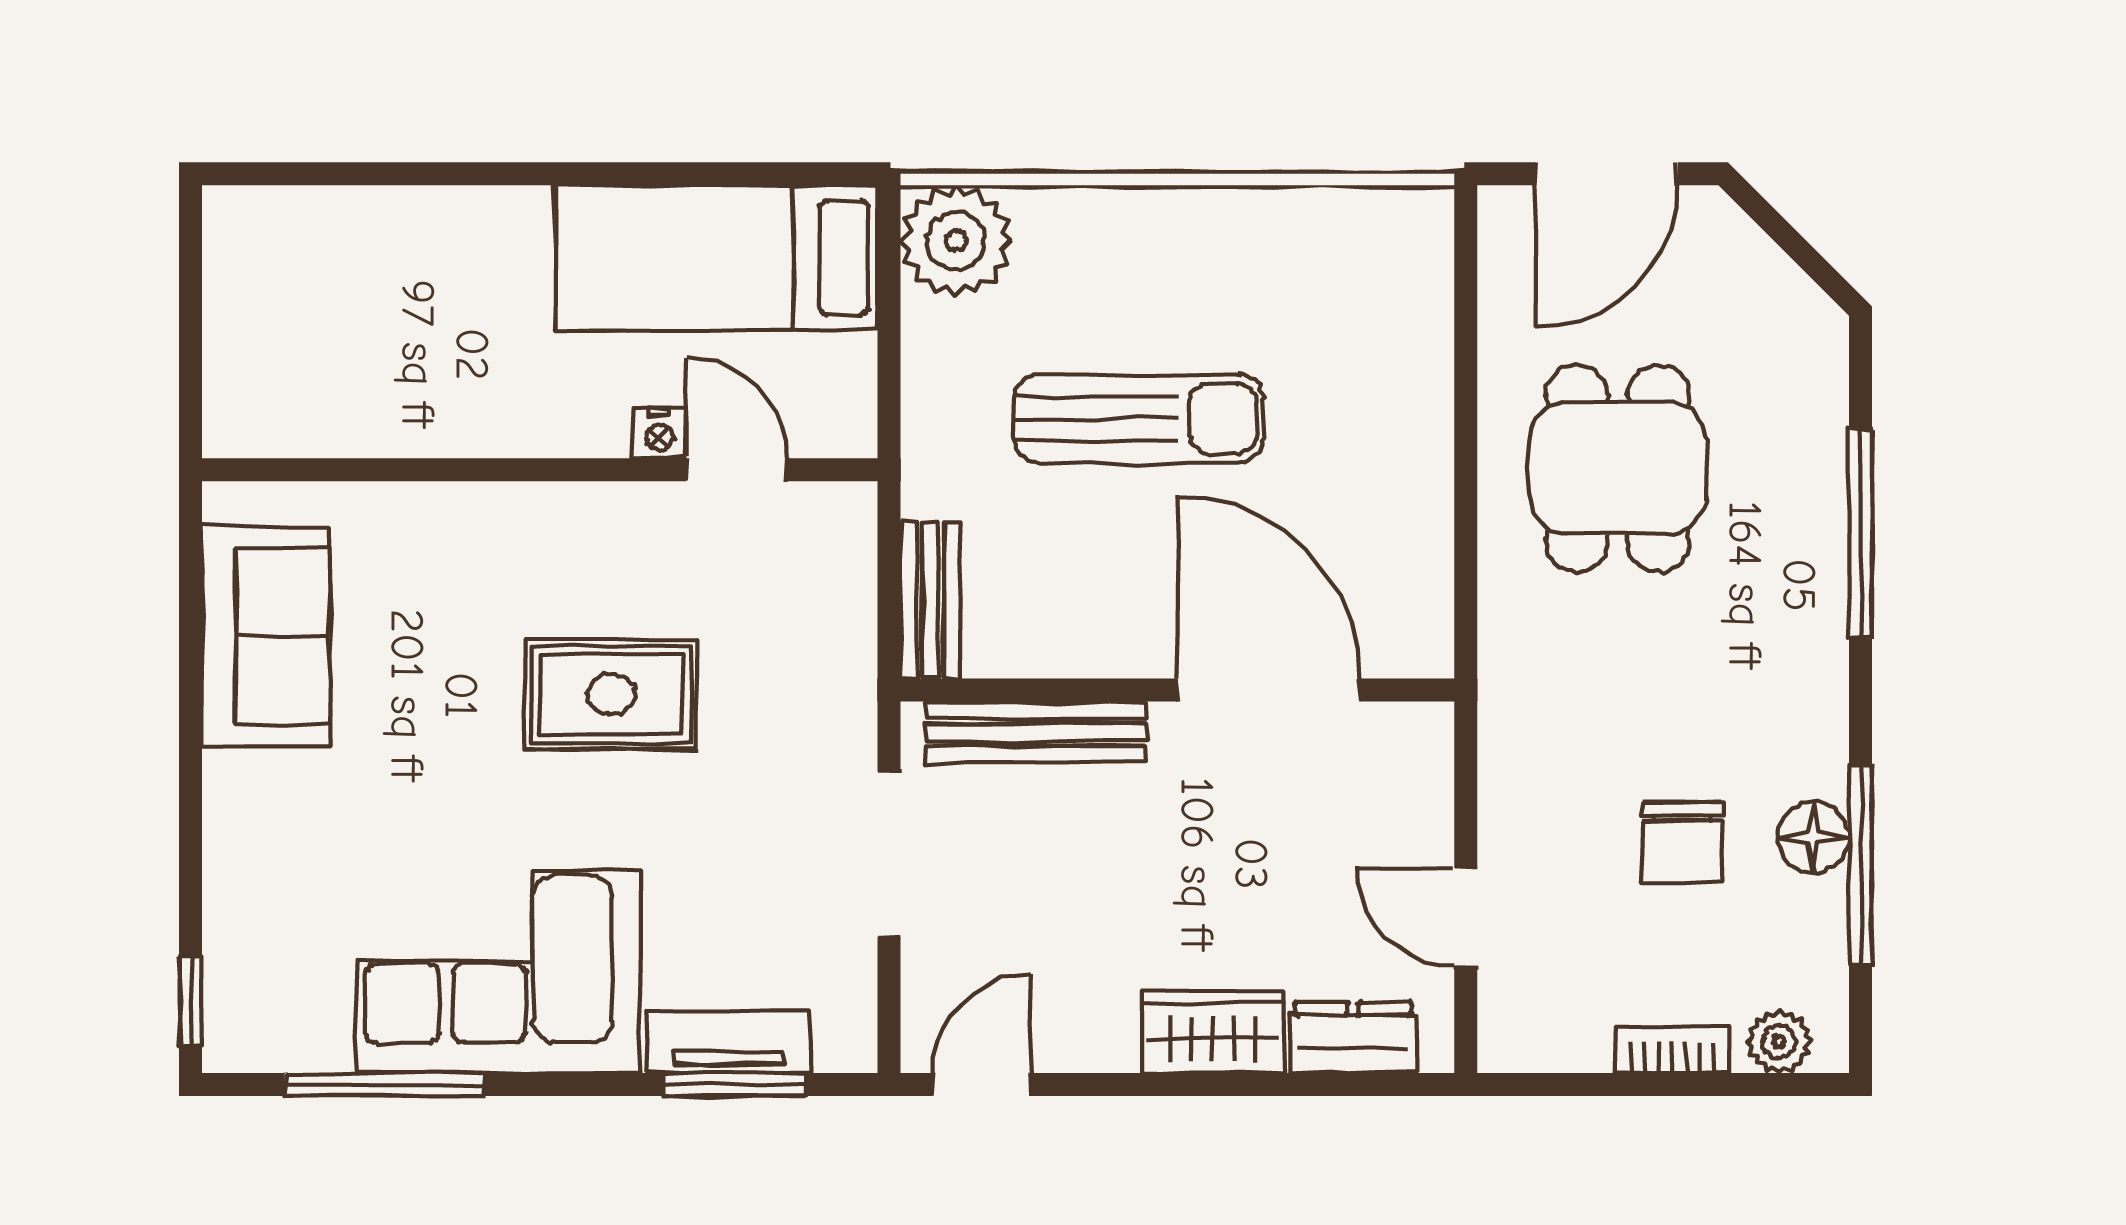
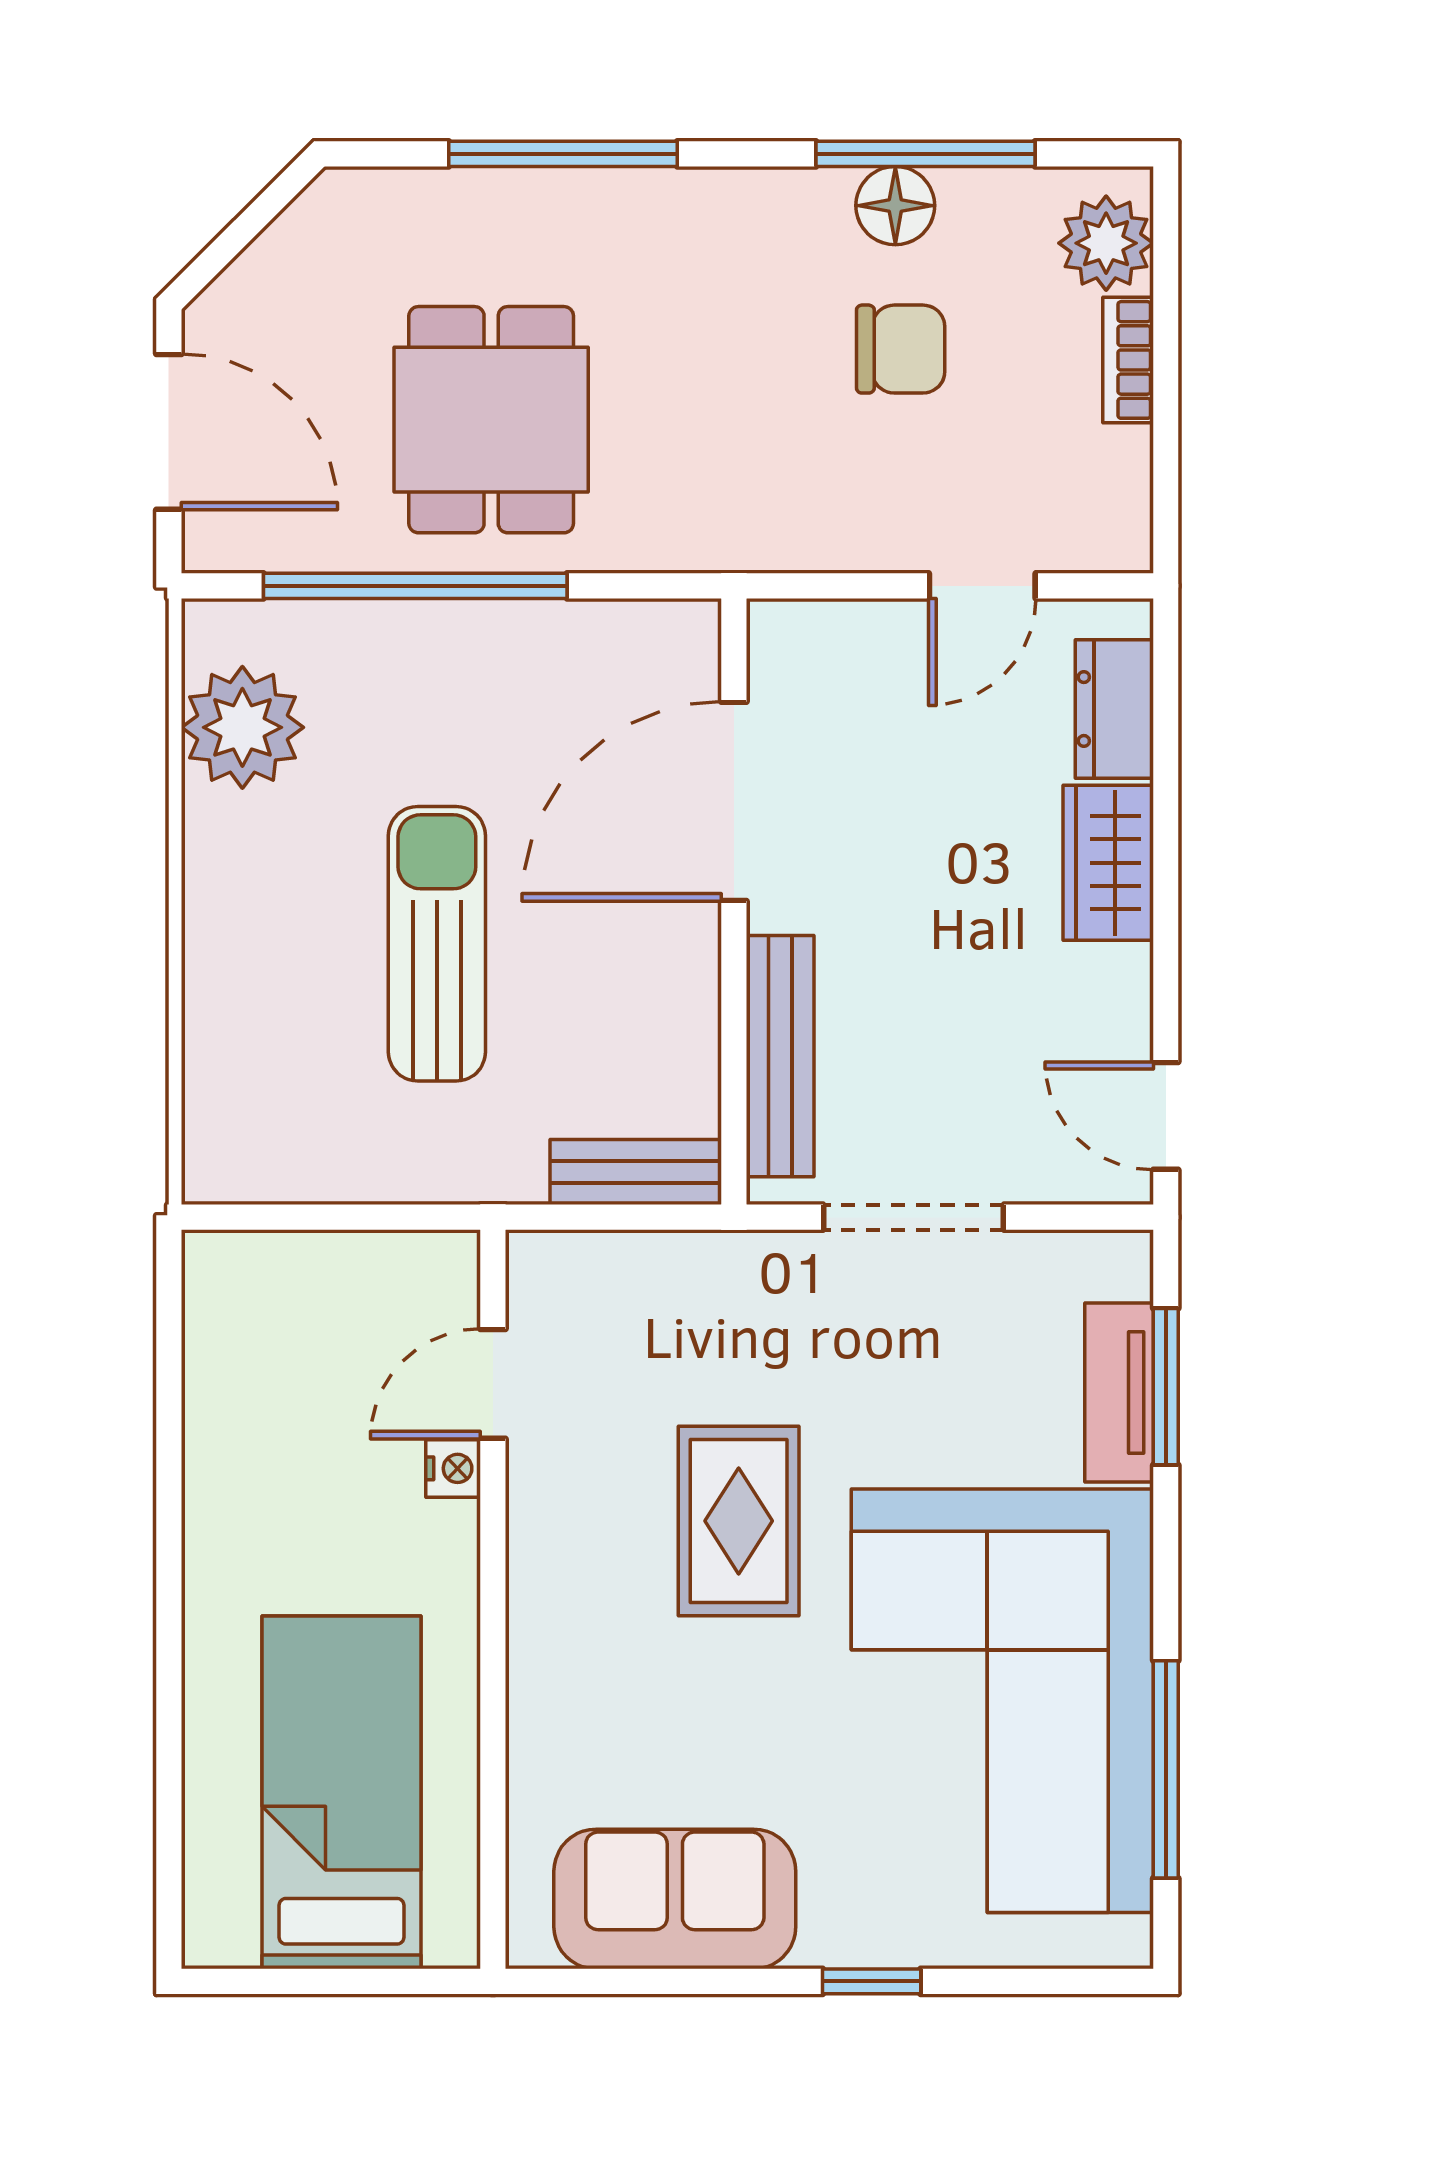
plant: (956, 241) -> (242, 727), moved
bed: (716, 258) -> (341, 1792), moved, turned 180
window: (1466, 399) -> (415, 586), added
dining table: (1618, 468) -> (491, 420), turned 90
corner sofa: (499, 972) -> (1002, 1701), width x1.36, depth x1.36
window: (191, 1001) -> (872, 1981), moved
plant: (1779, 1042) -> (1106, 243), width x1.38, depth x1.38

